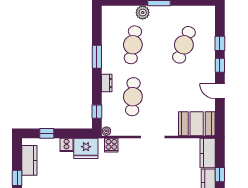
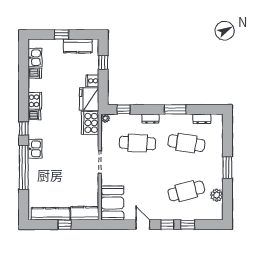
plant: (143, 13) -> (217, 195), moved
dresser: (107, 28) -> (202, 119), added
cafe table: (184, 45) -> (186, 191), turned -36
door: (220, 91) -> (143, 225), hinge flipped
cooker: (111, 145) -> (90, 123), width x1.87, depth x1.31

